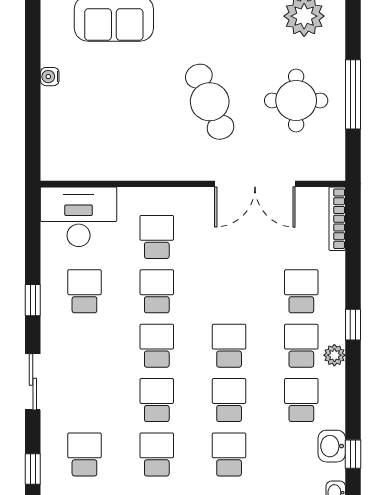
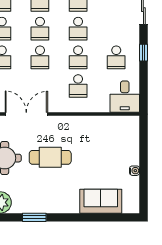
cafe table: (210, 102) -> (50, 157), turned -67
desk: (79, 217) -> (125, 97), width x0.73
school desk: (229, 291) -> (40, 57), added

